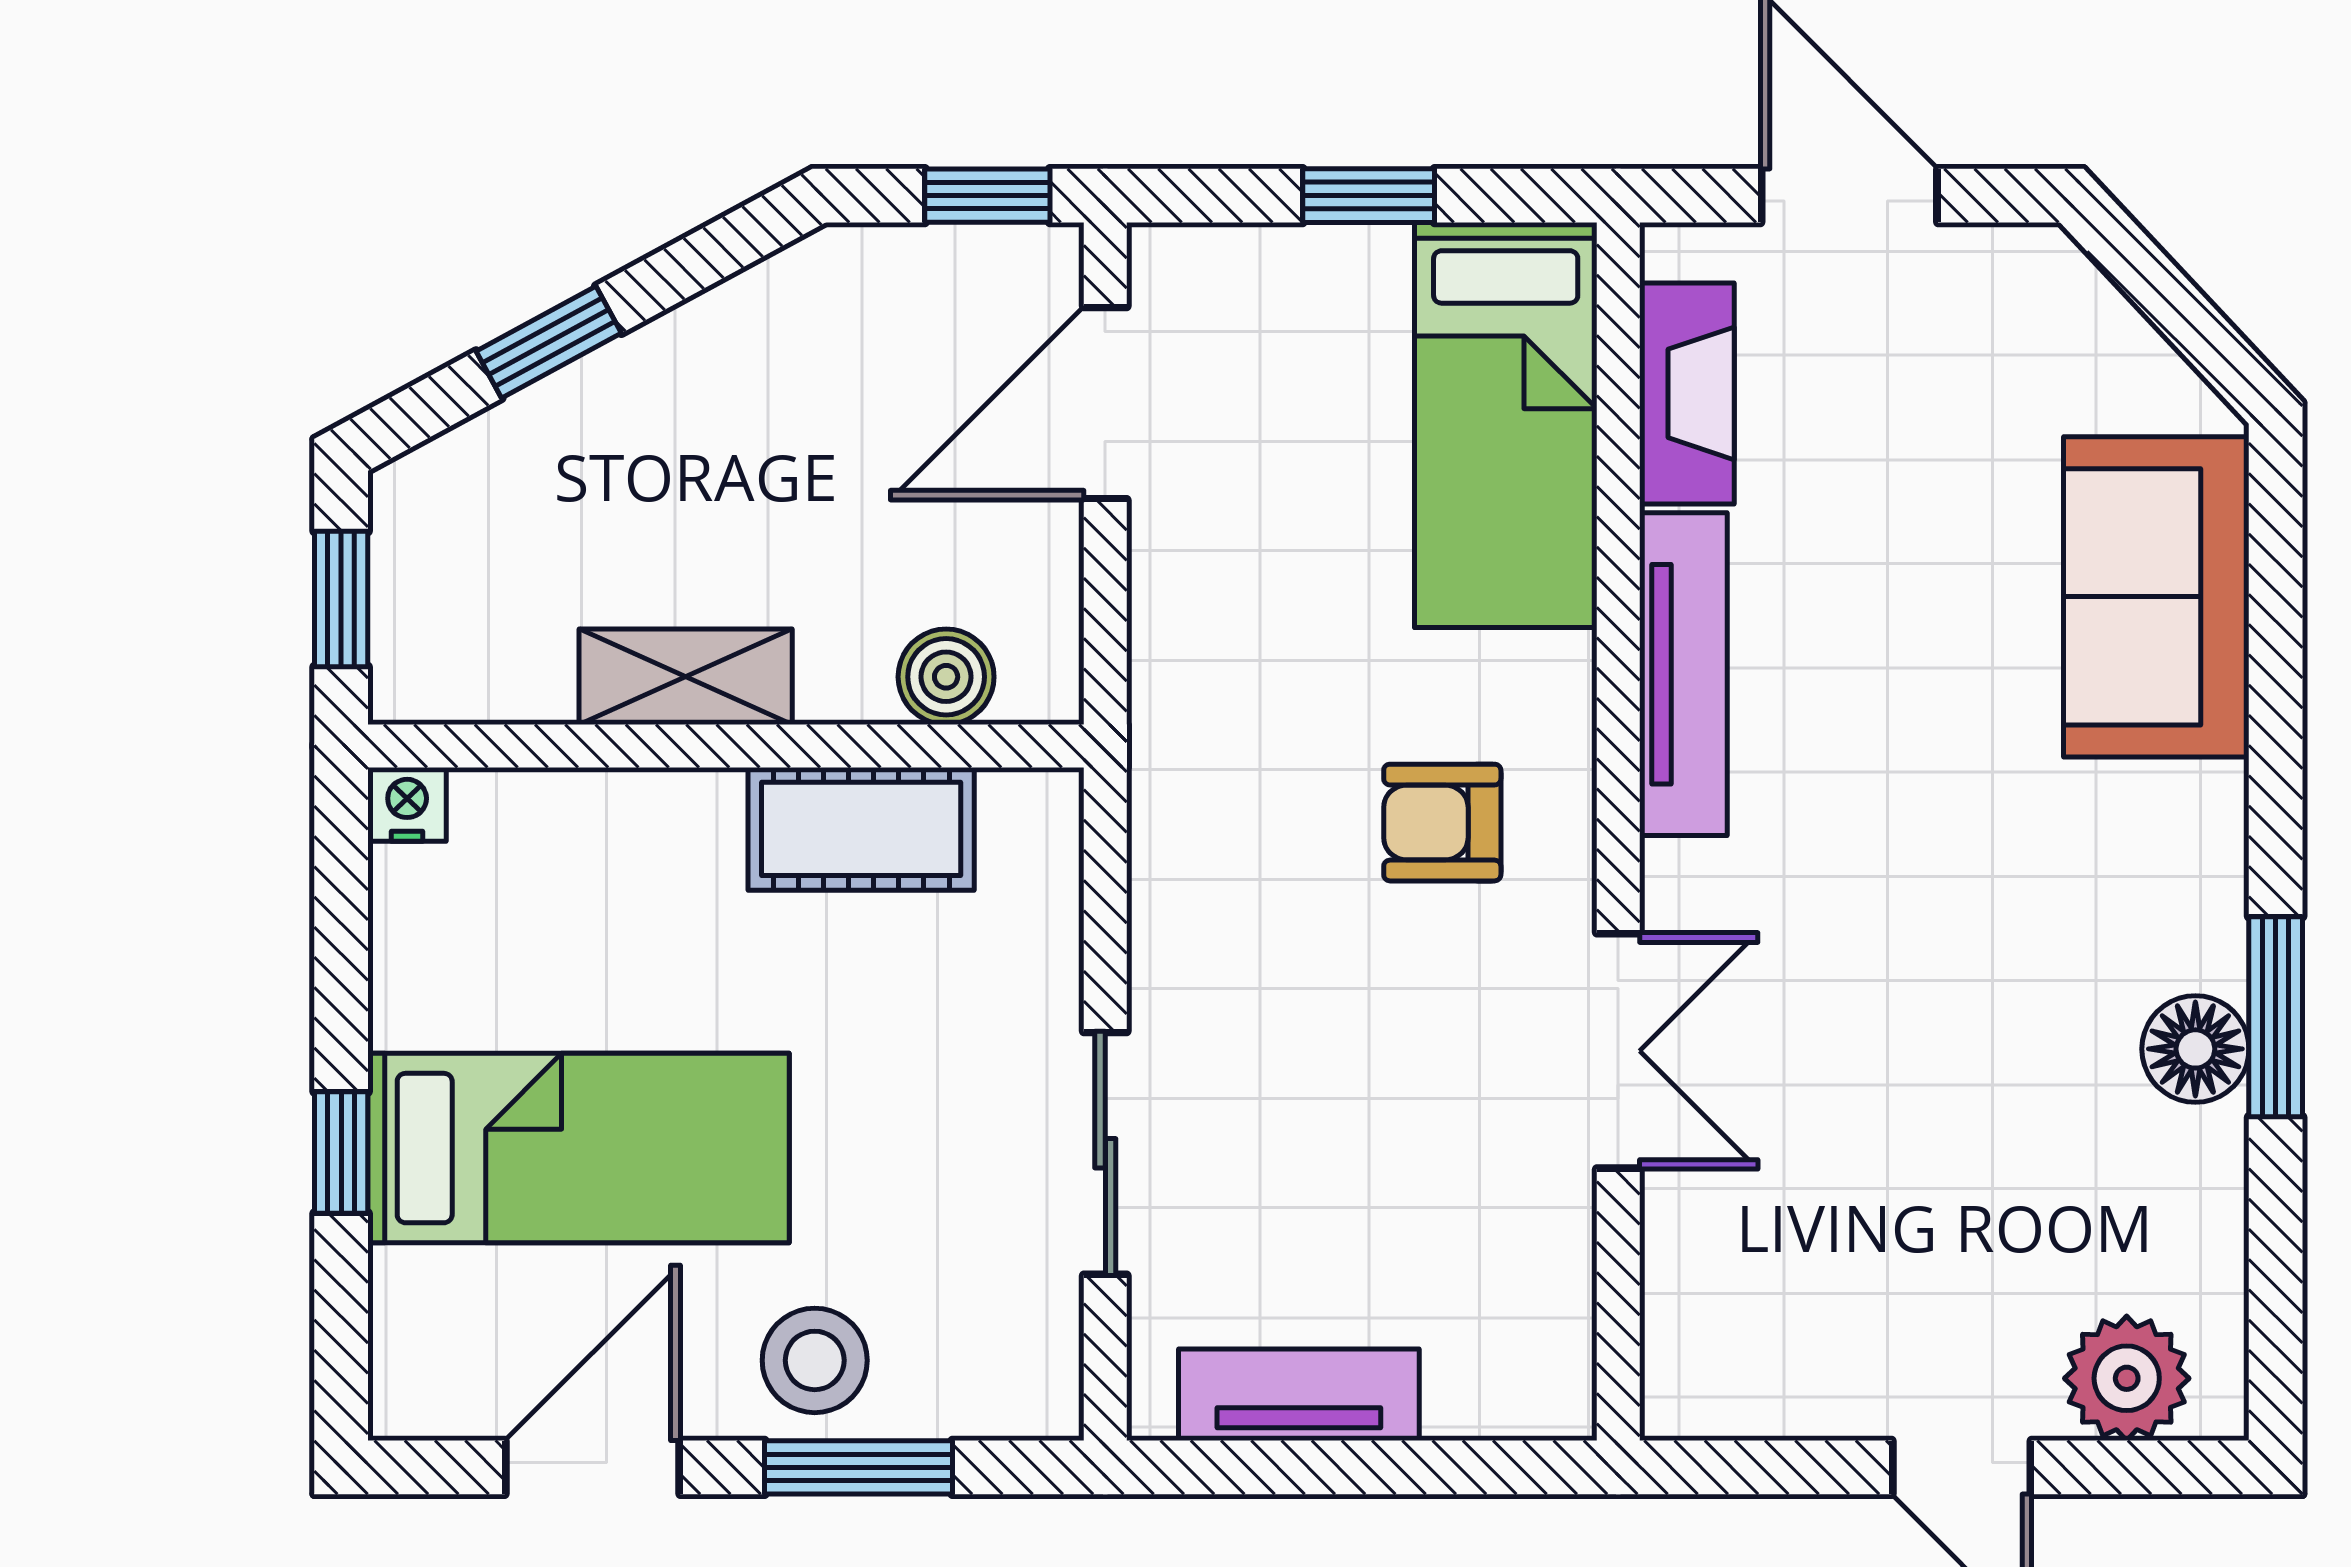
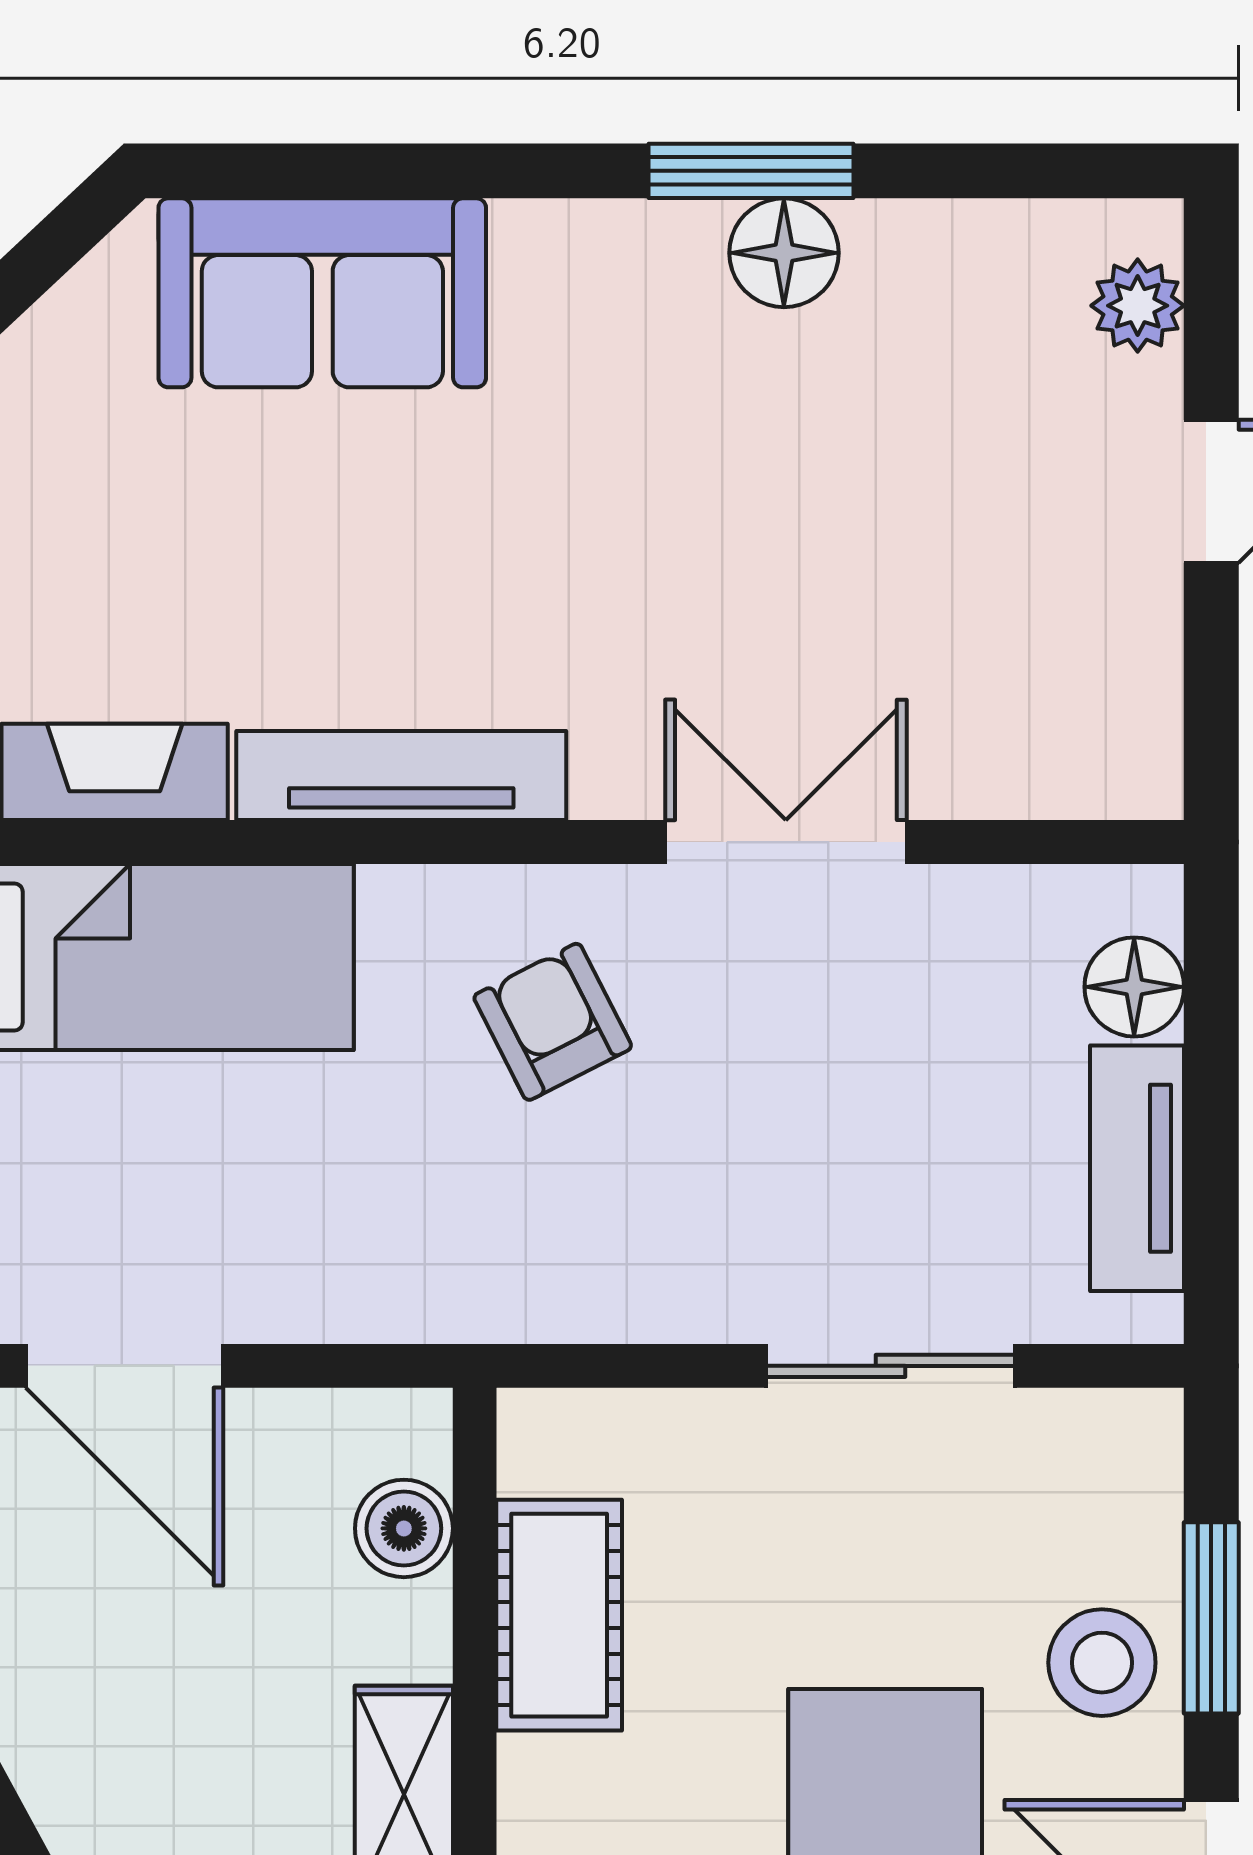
armchair: (1442, 823) -> (553, 1022), turned 153
plant: (2127, 1378) -> (1138, 306), width x0.73, depth x0.73
floor lamp: (1476, 1392) -> (1134, 987), added

